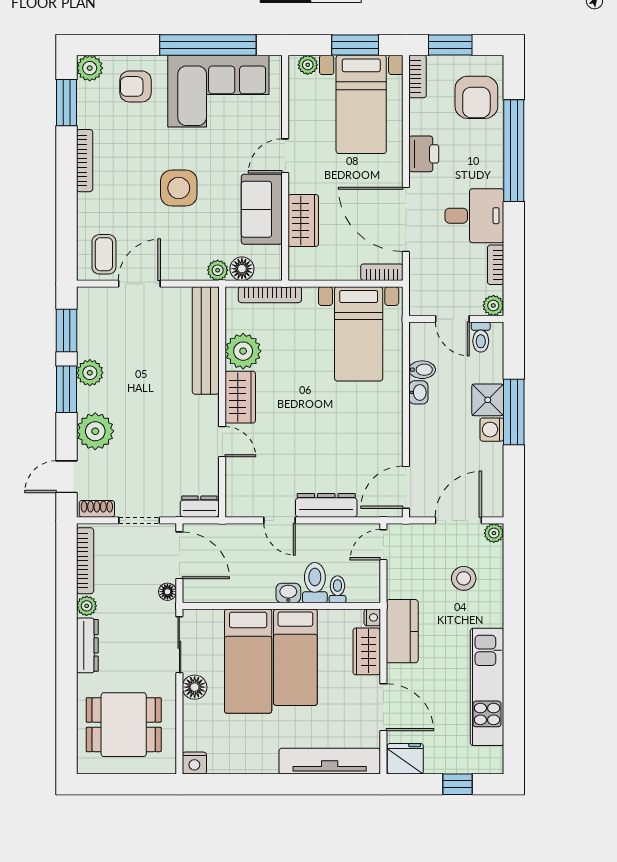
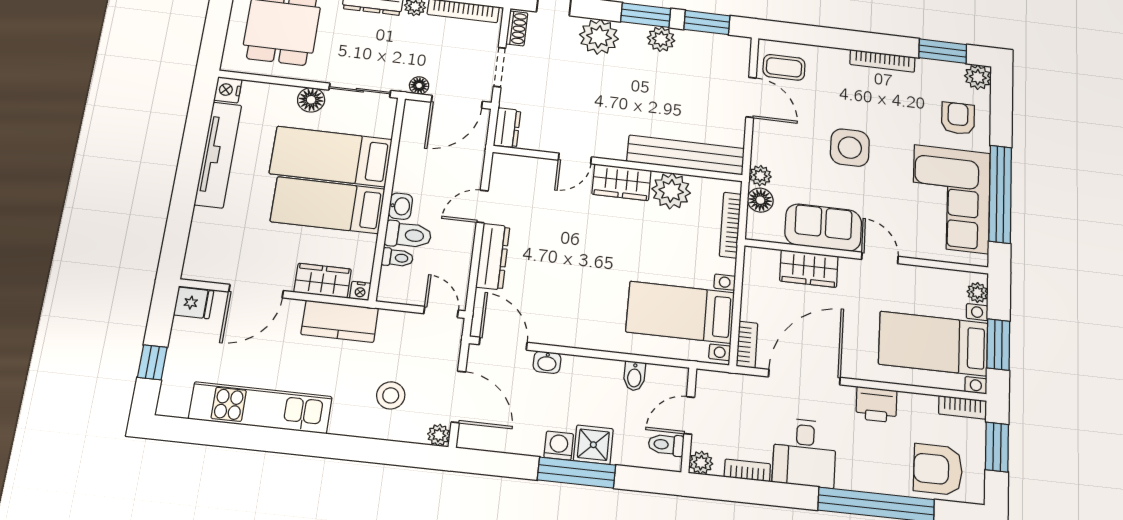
washbasin: (418, 392) -> (547, 362), moved
fridge: (405, 759) -> (194, 303), width x0.72
tv unit: (330, 761) -> (218, 155), moved

